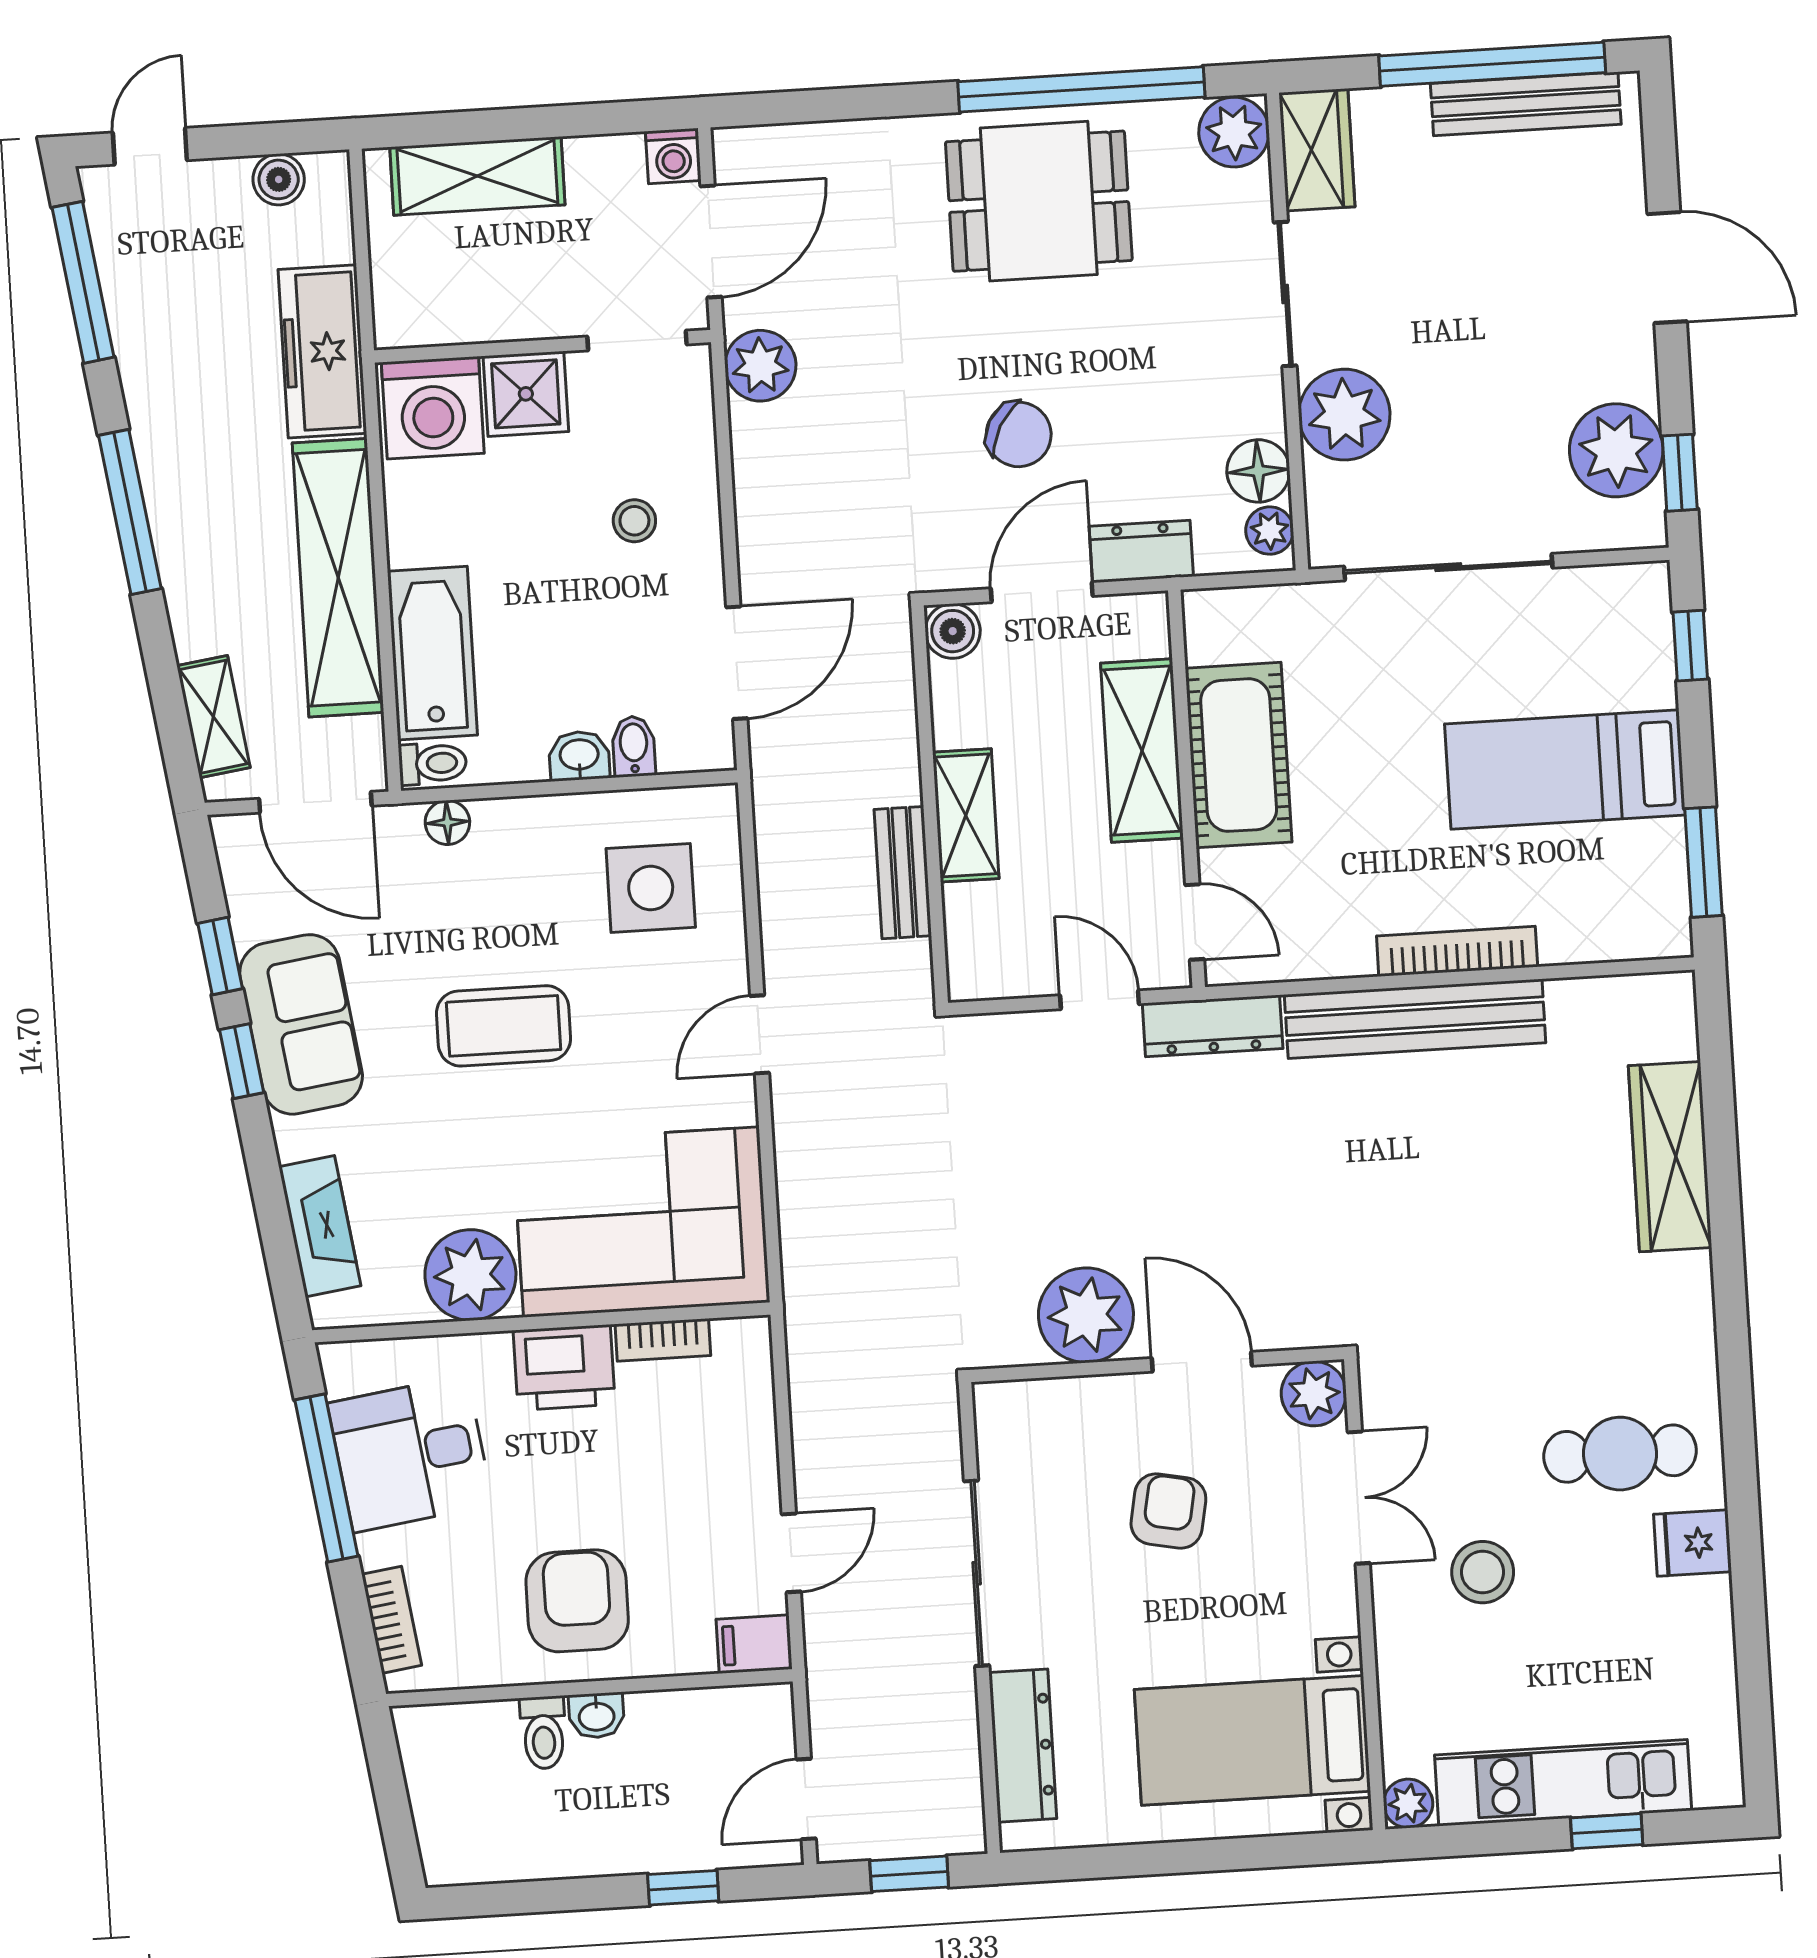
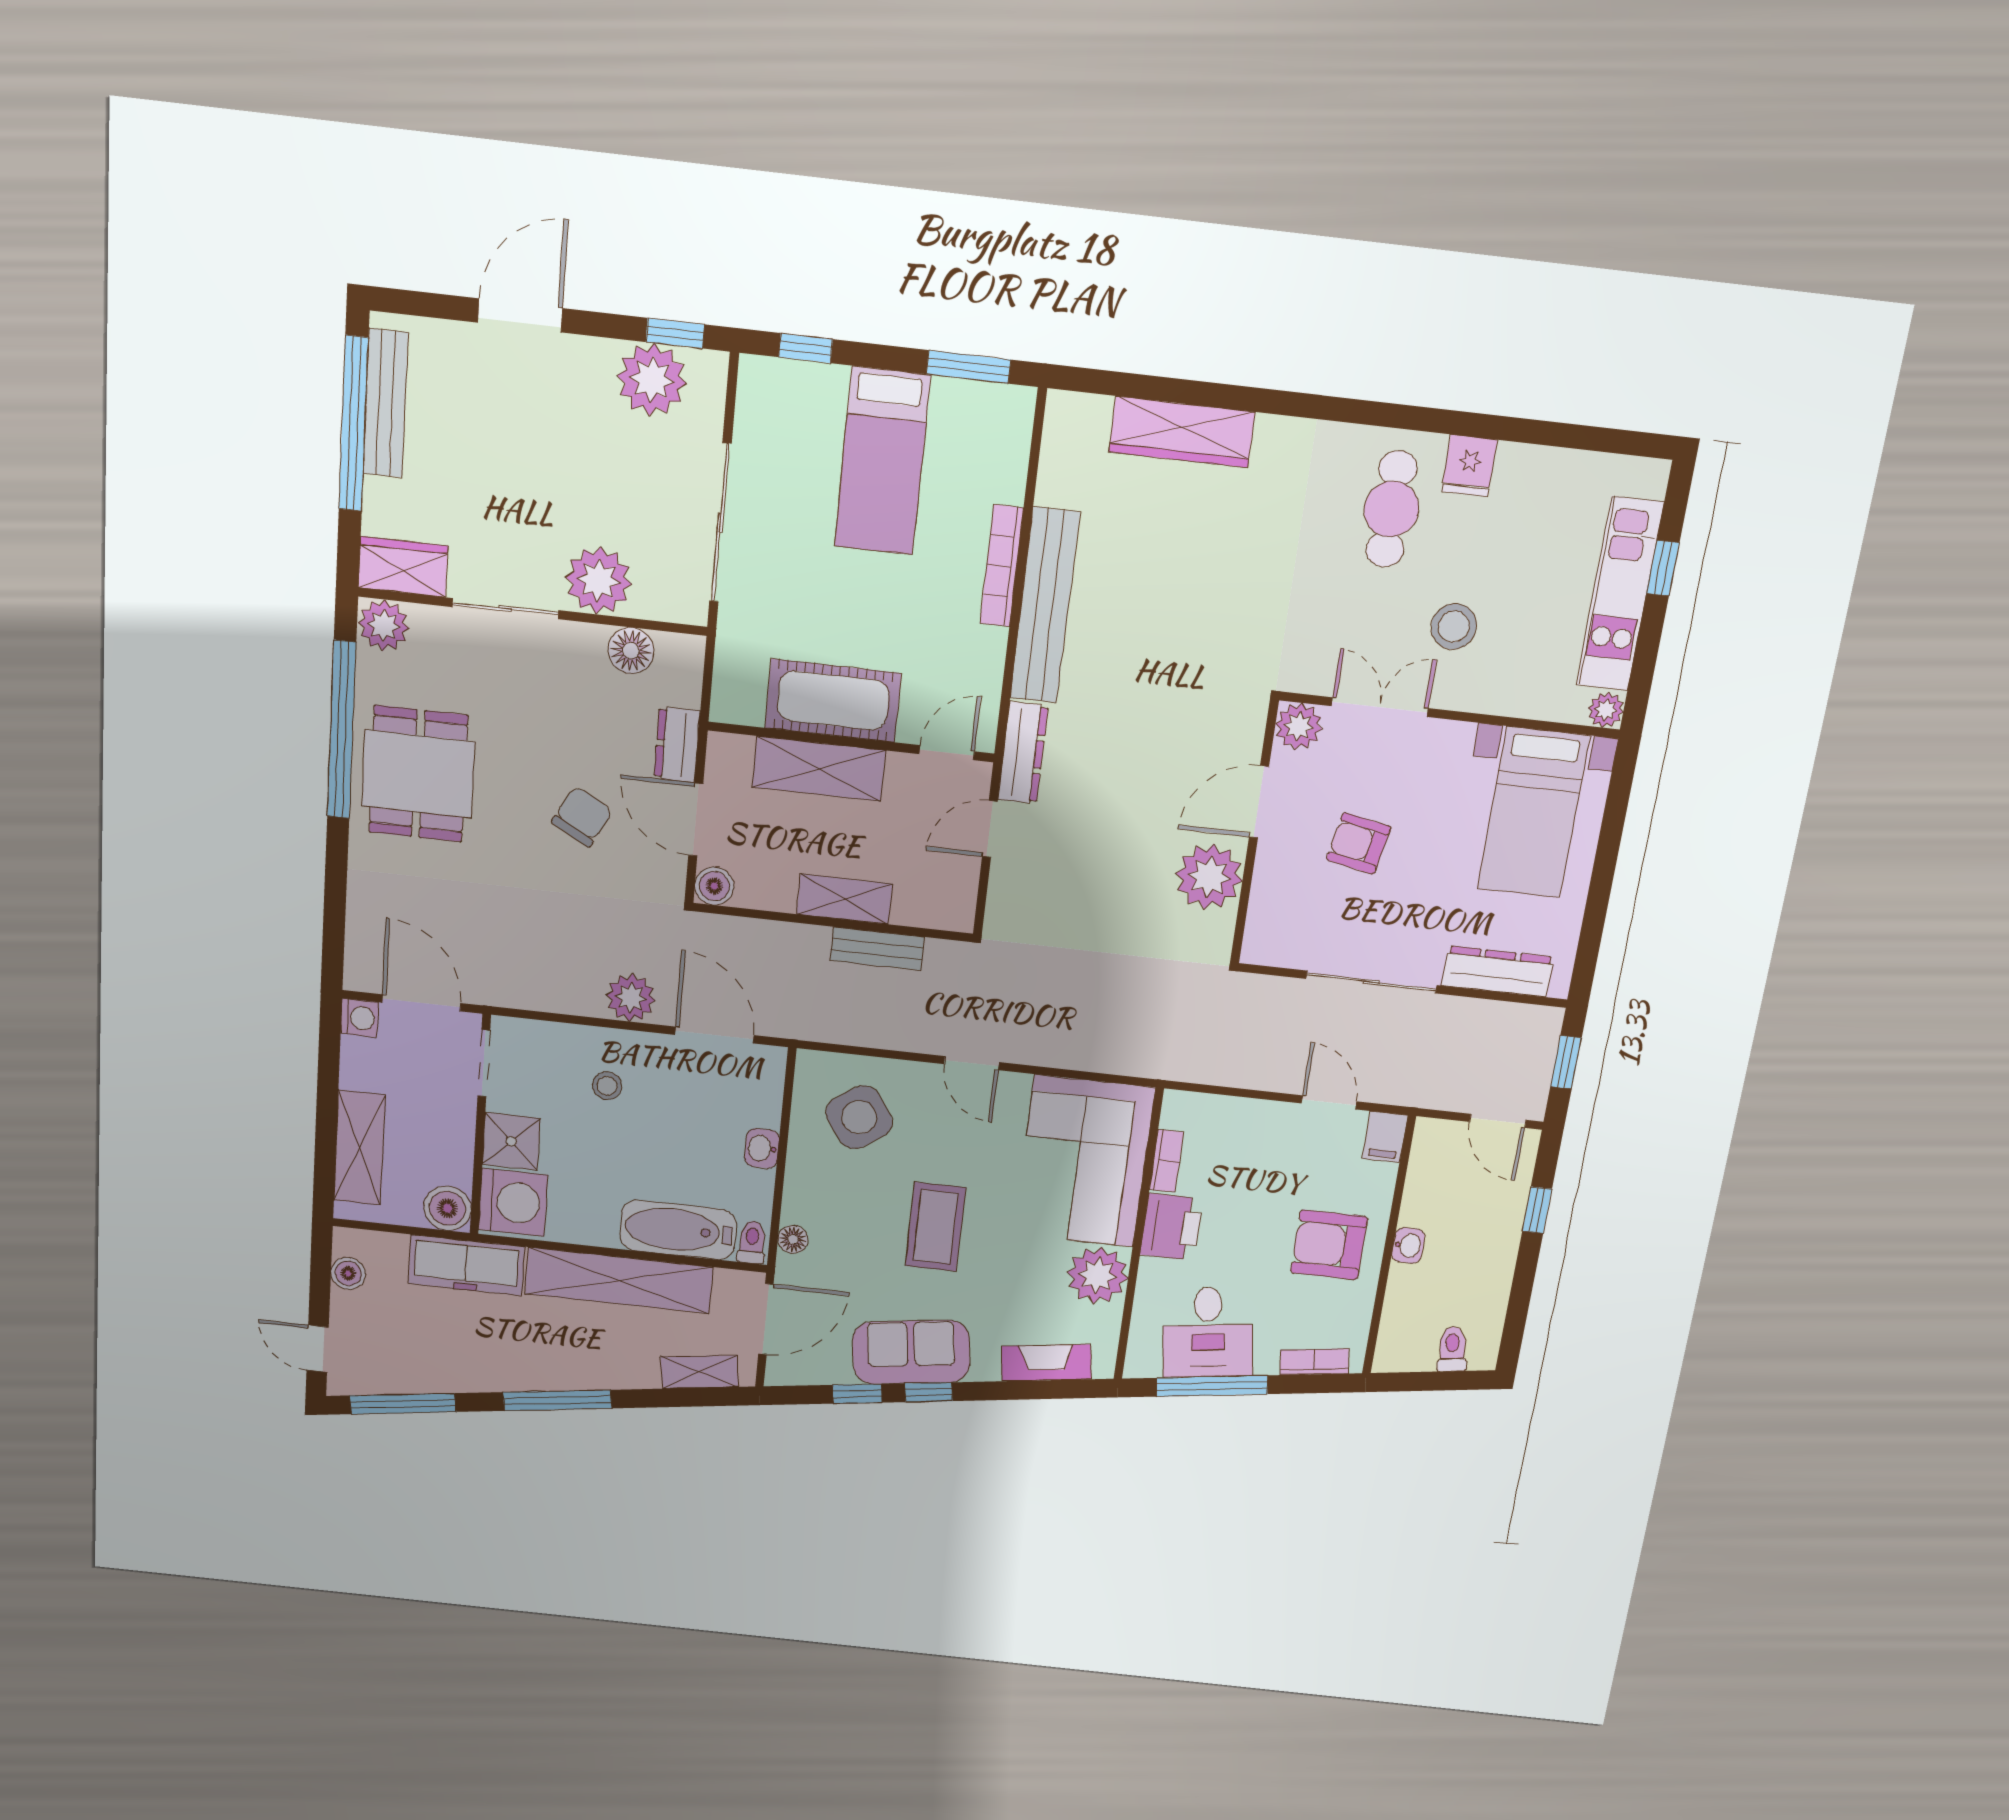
boiler: (407, 314) -> (447, 1208), added
plant: (760, 366) -> (631, 998), moved
plant: (1270, 531) -> (675, 650), removed
bidet: (634, 746) -> (761, 1112), removed
side table: (651, 888) -> (859, 1117), turned -35
toilet: (543, 1733) -> (1452, 1349), moved, turned -98

